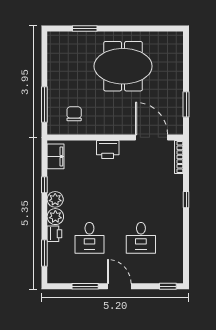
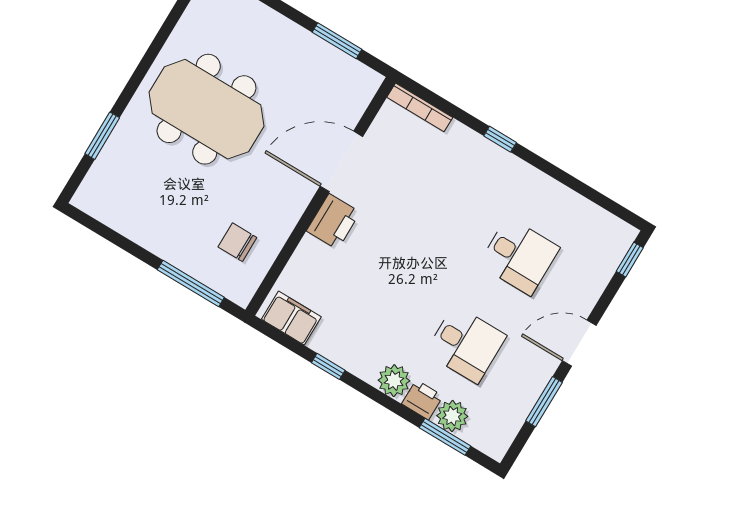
meeting table: (123, 66) -> (206, 109), turned 90
door: (152, 137) -> (341, 161), moved
plant: (55, 199) -> (452, 416), moved

